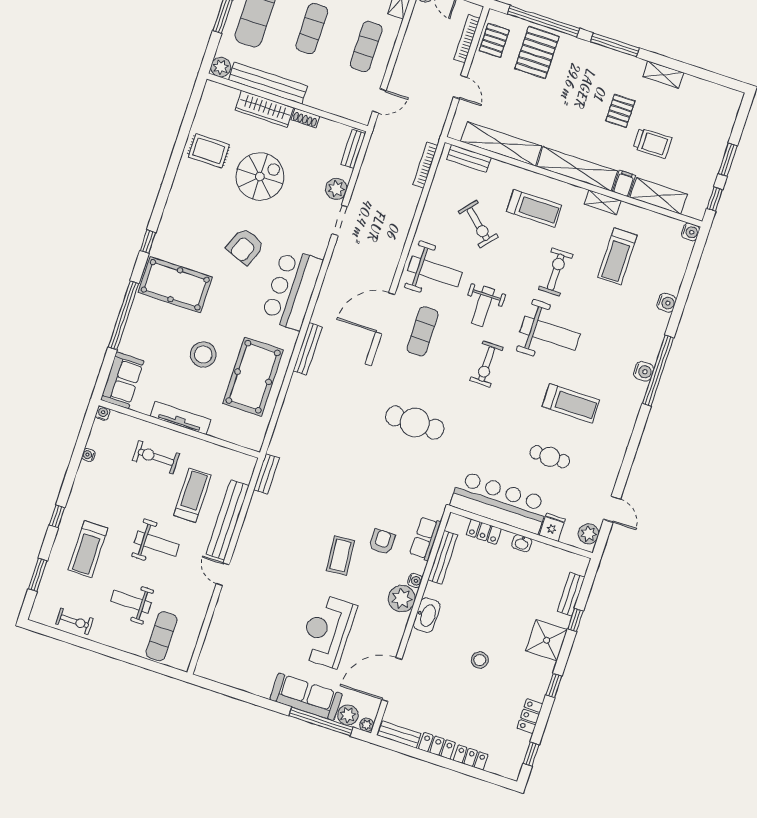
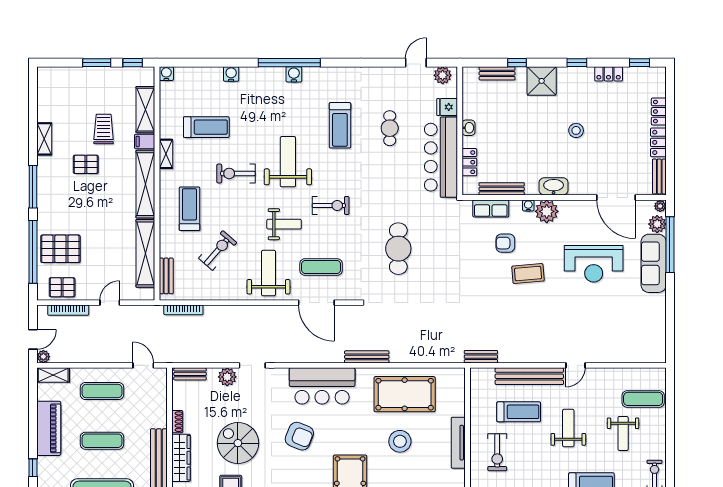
treadmill: (571, 403) -> (340, 125), turned 180
treadmill: (192, 495) -> (519, 412), turned 180

